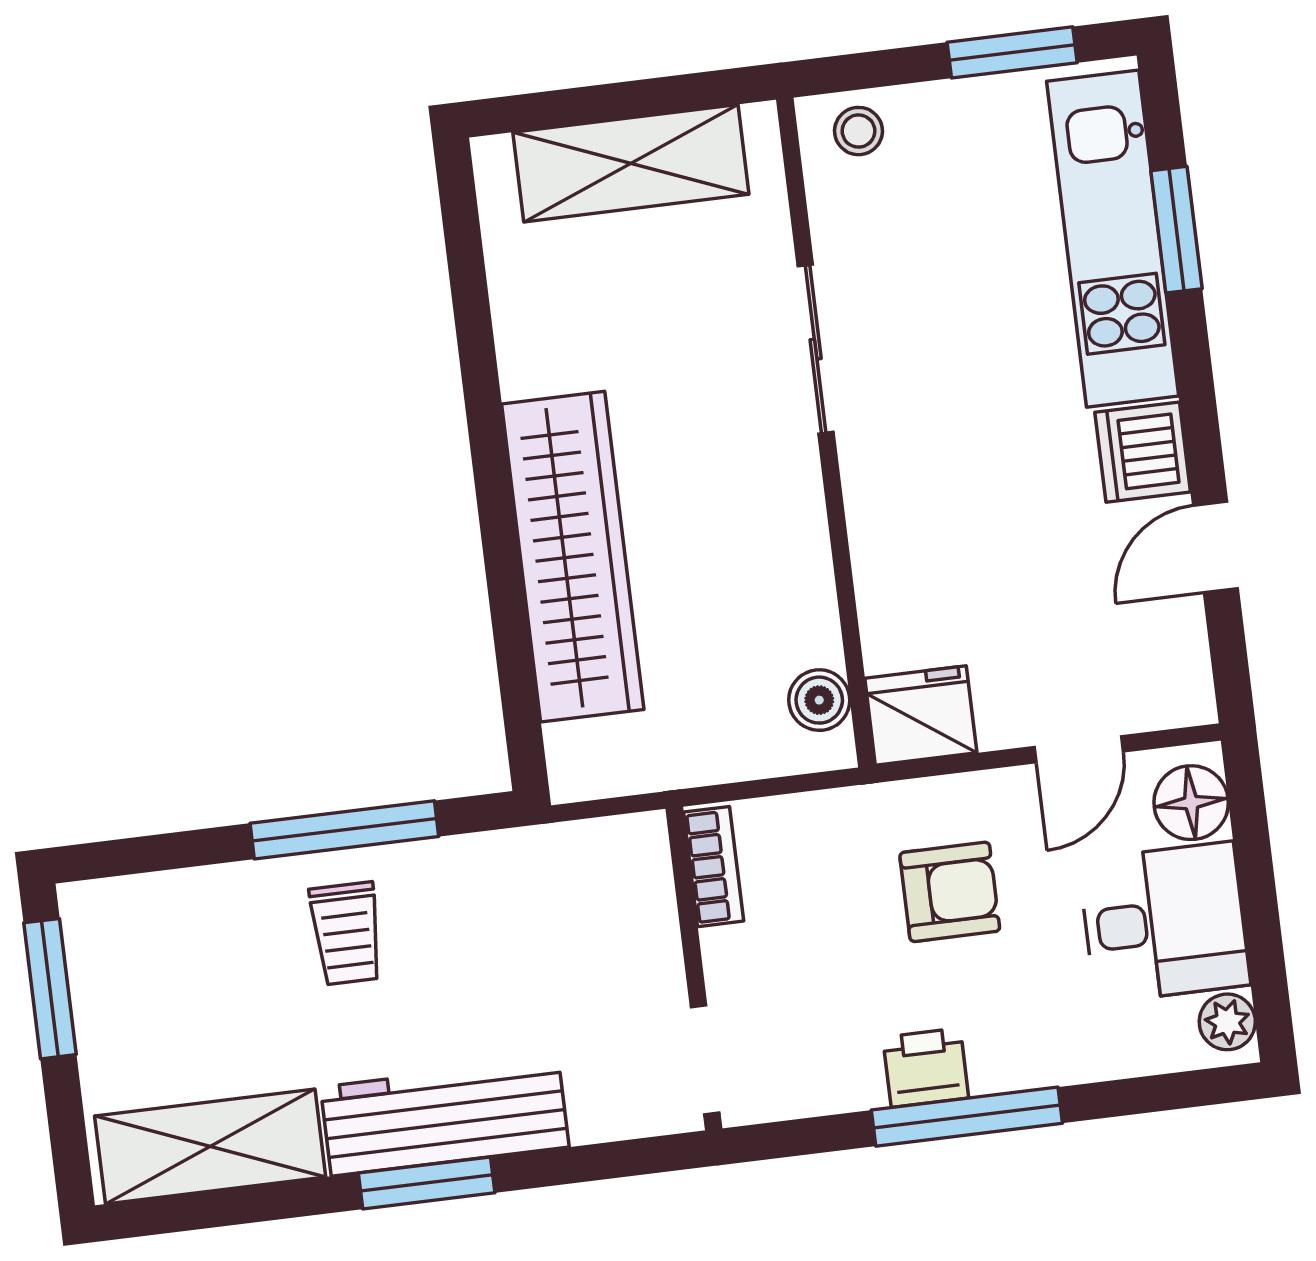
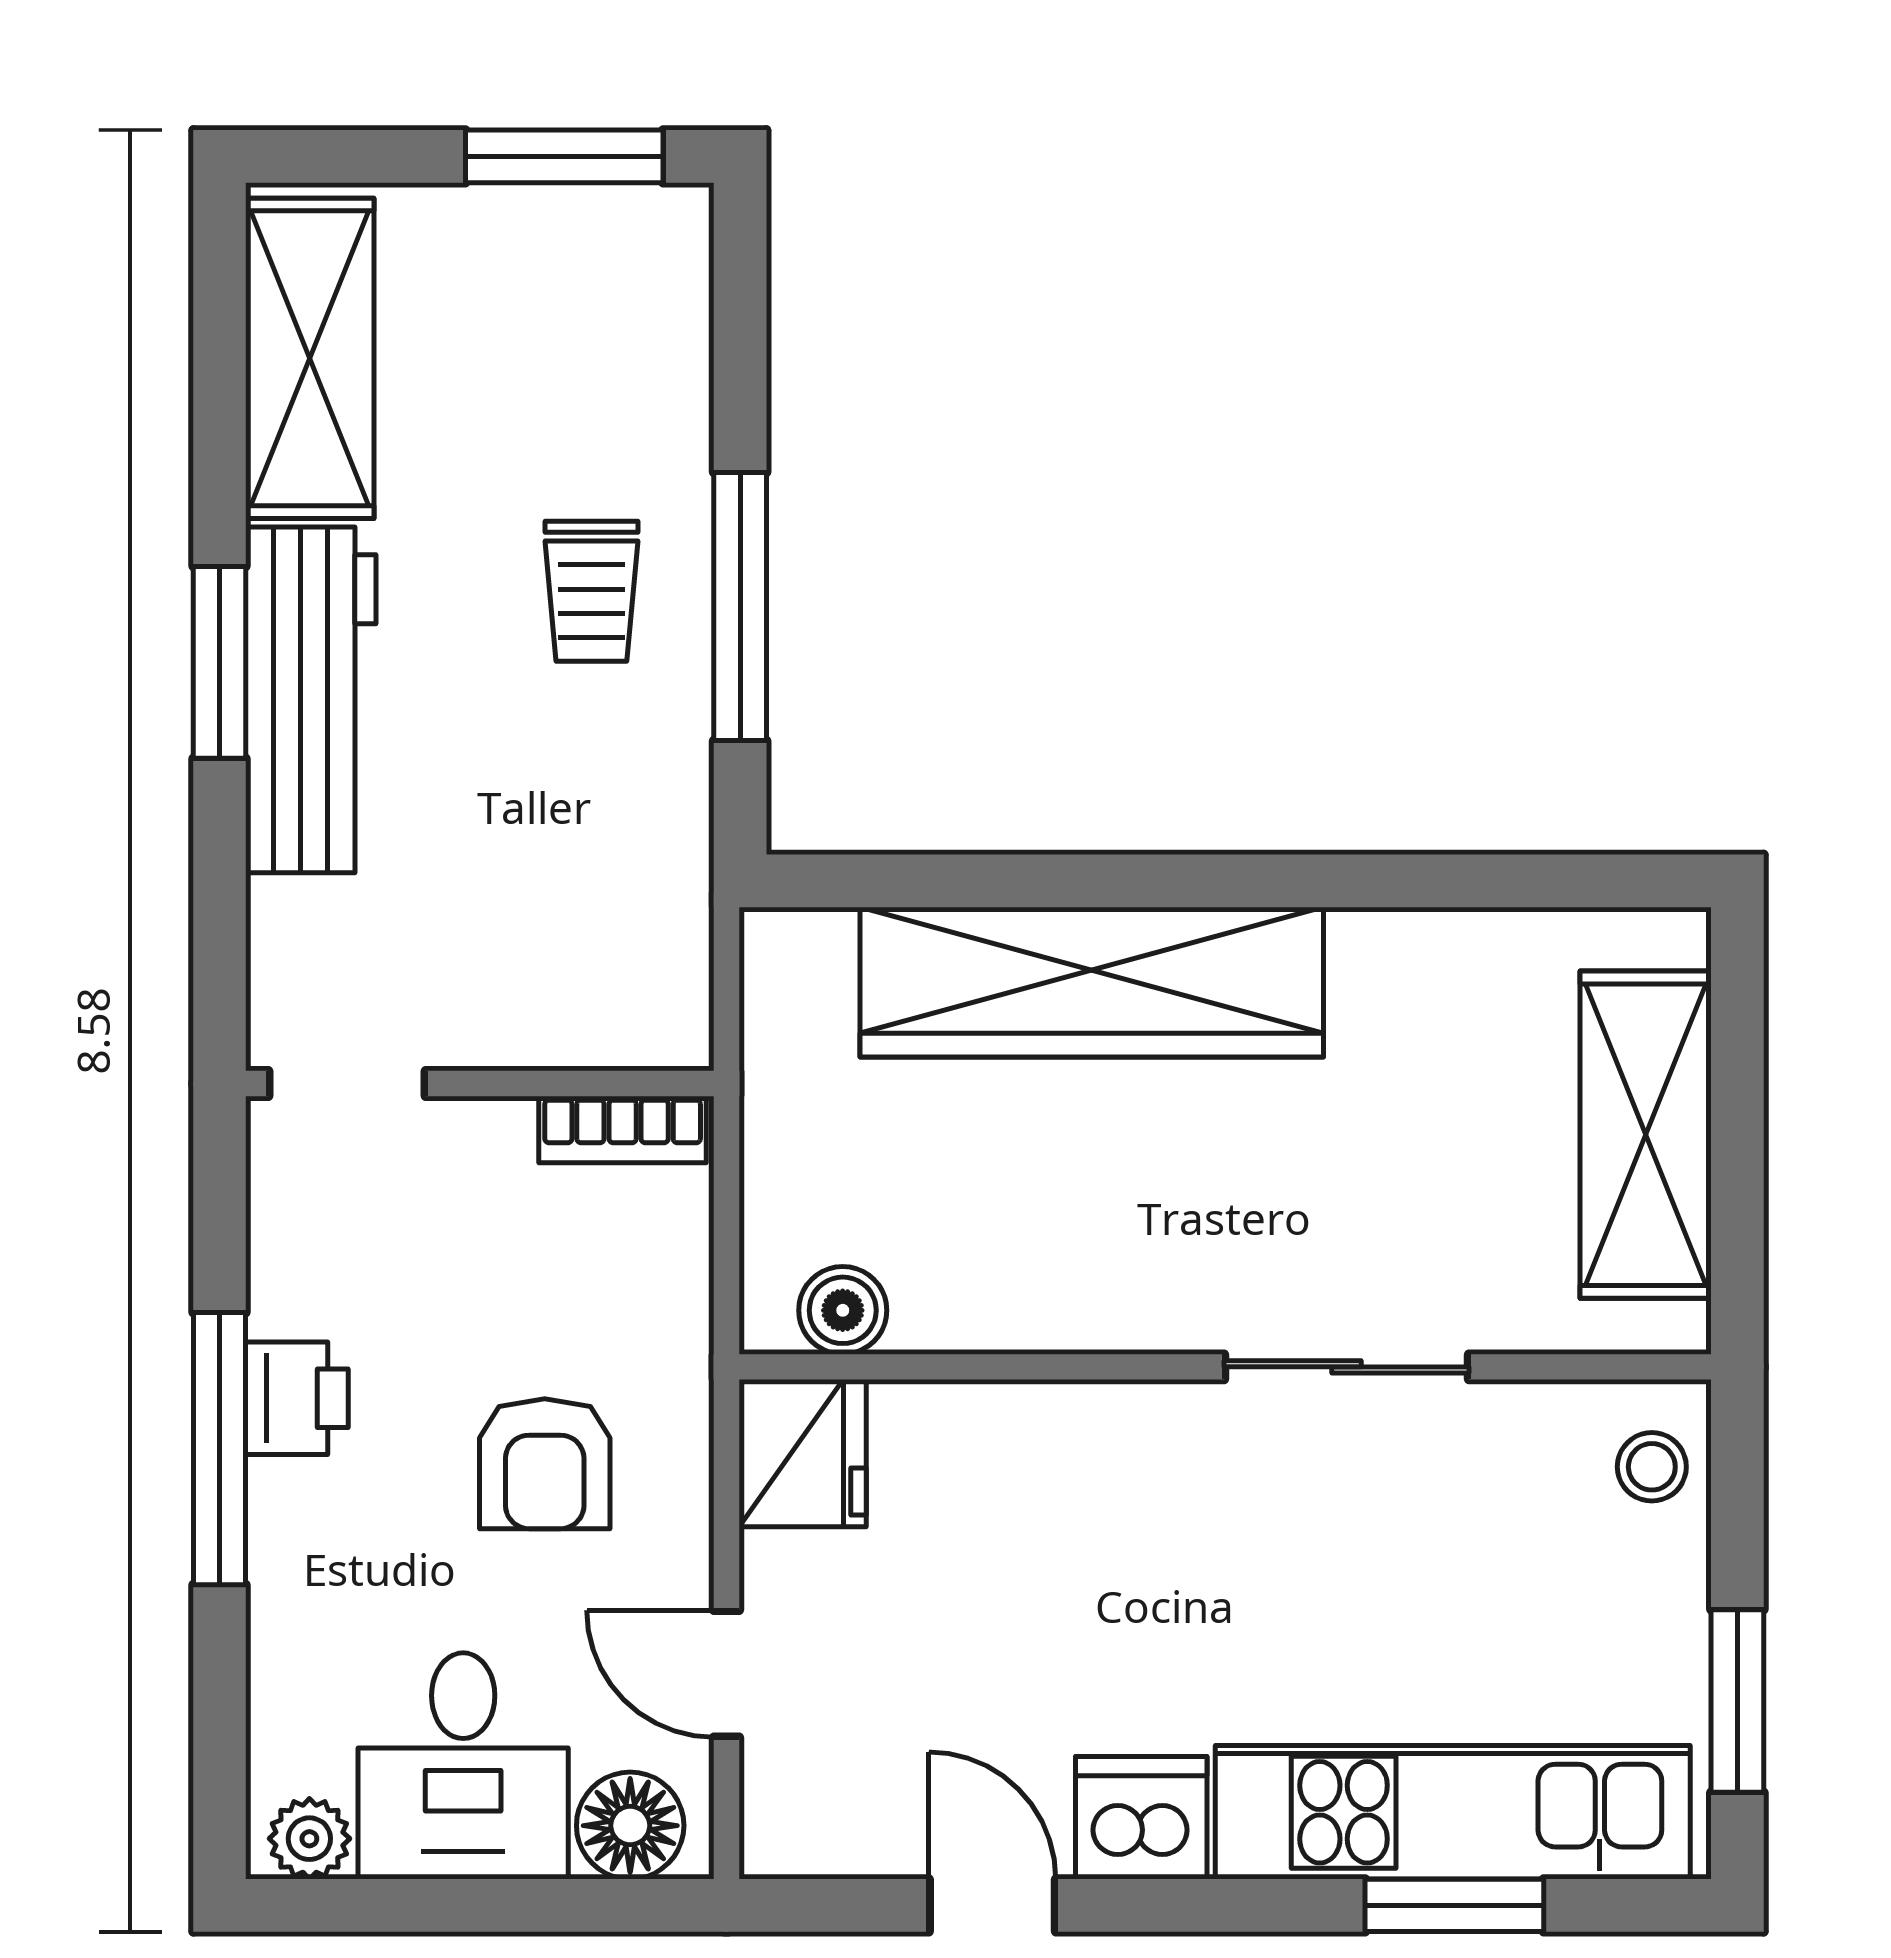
trolley: (346, 933) -> (591, 591), turned -90

